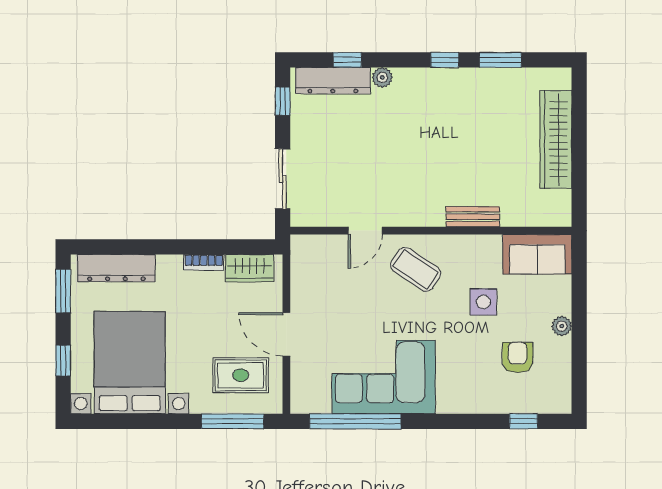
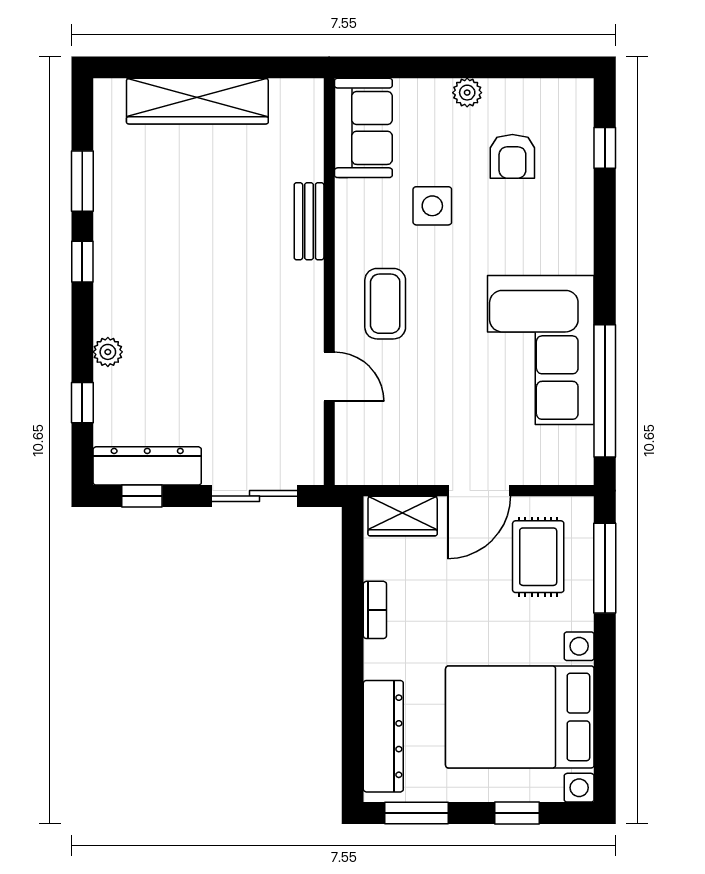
dresser: (333, 81) -> (147, 466), moved, turned -90
wardrobe: (249, 268) -> (403, 516), moved, turned 90
coffee table: (416, 269) -> (385, 304), turned -34
armchair: (518, 357) -> (512, 156), turned -90

